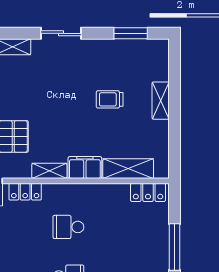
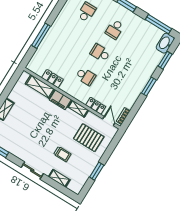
trolley: (110, 99) -> (62, 154), moved
locker: (148, 192) -> (52, 79), moved

